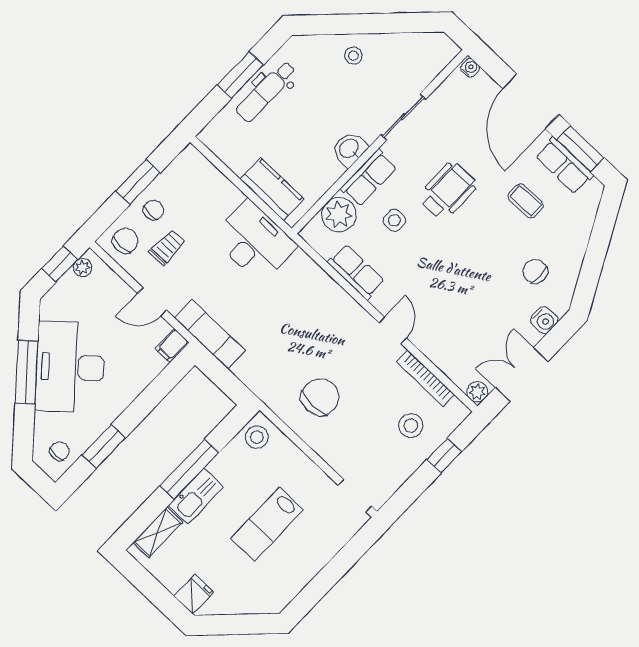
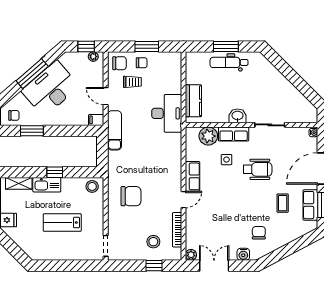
stool: (353, 56) -> (275, 83), removed
row of seats: (356, 272) -> (193, 176), moved
window: (189, 469) -> (55, 172), width x0.46

